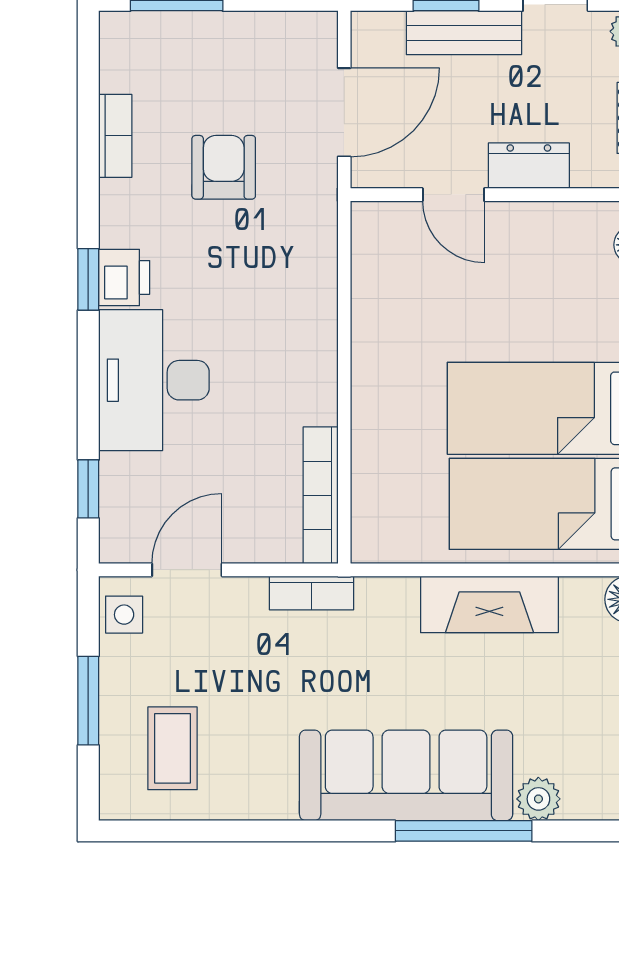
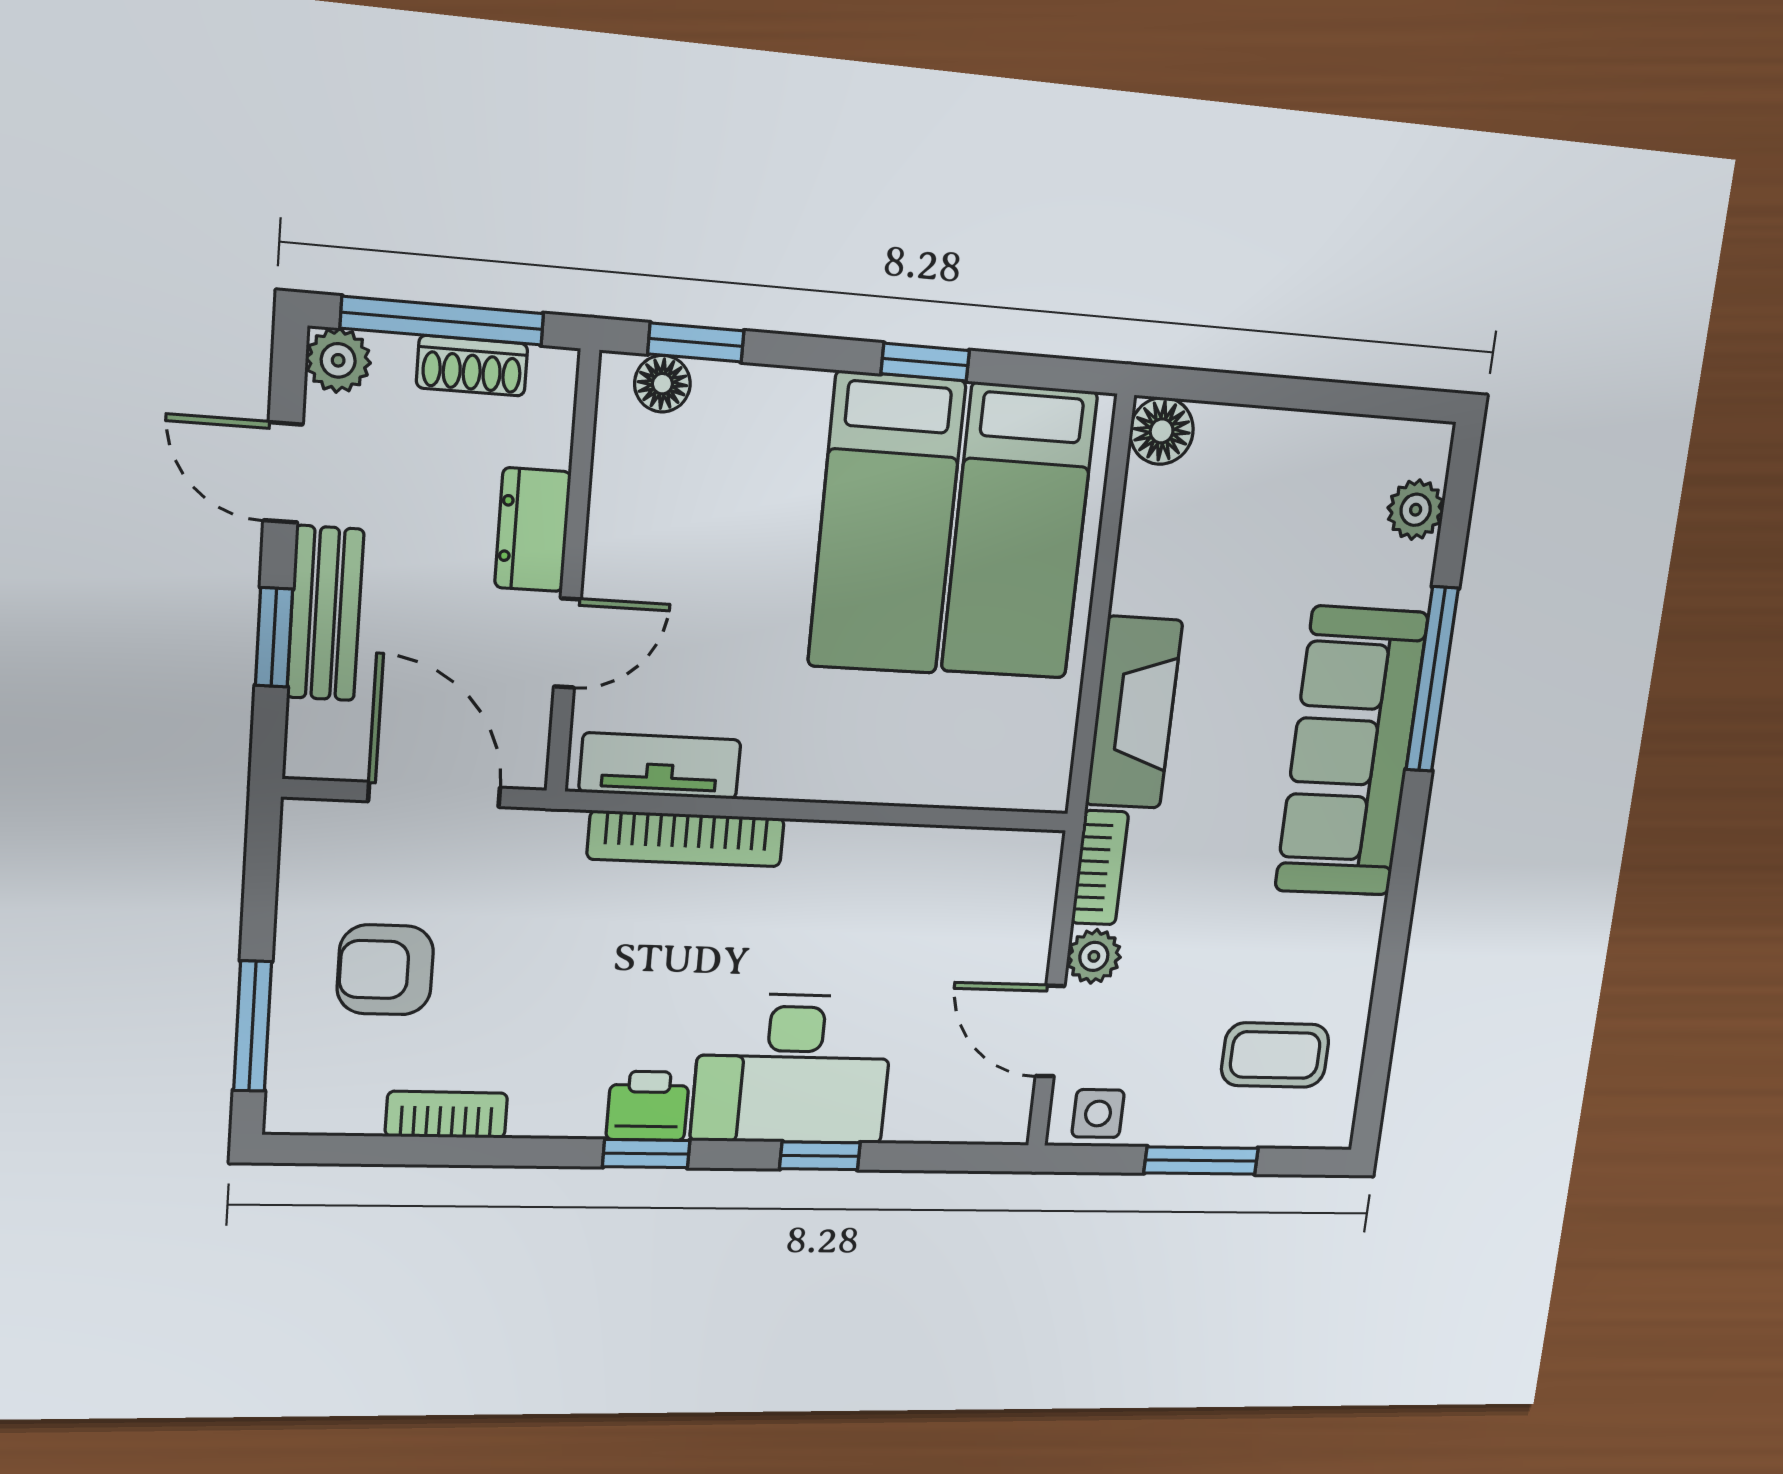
armchair: (224, 167) -> (385, 970), moved
tv unit: (371, 265) -> (660, 766), added
window: (88, 489) -> (820, 1156), moved
bookcase: (321, 495) -> (686, 839), moved
plant: (245, 596) -> (1094, 956), added
fireplace: (489, 604) -> (1134, 713), moved
plant: (538, 799) -> (1416, 510), moved

